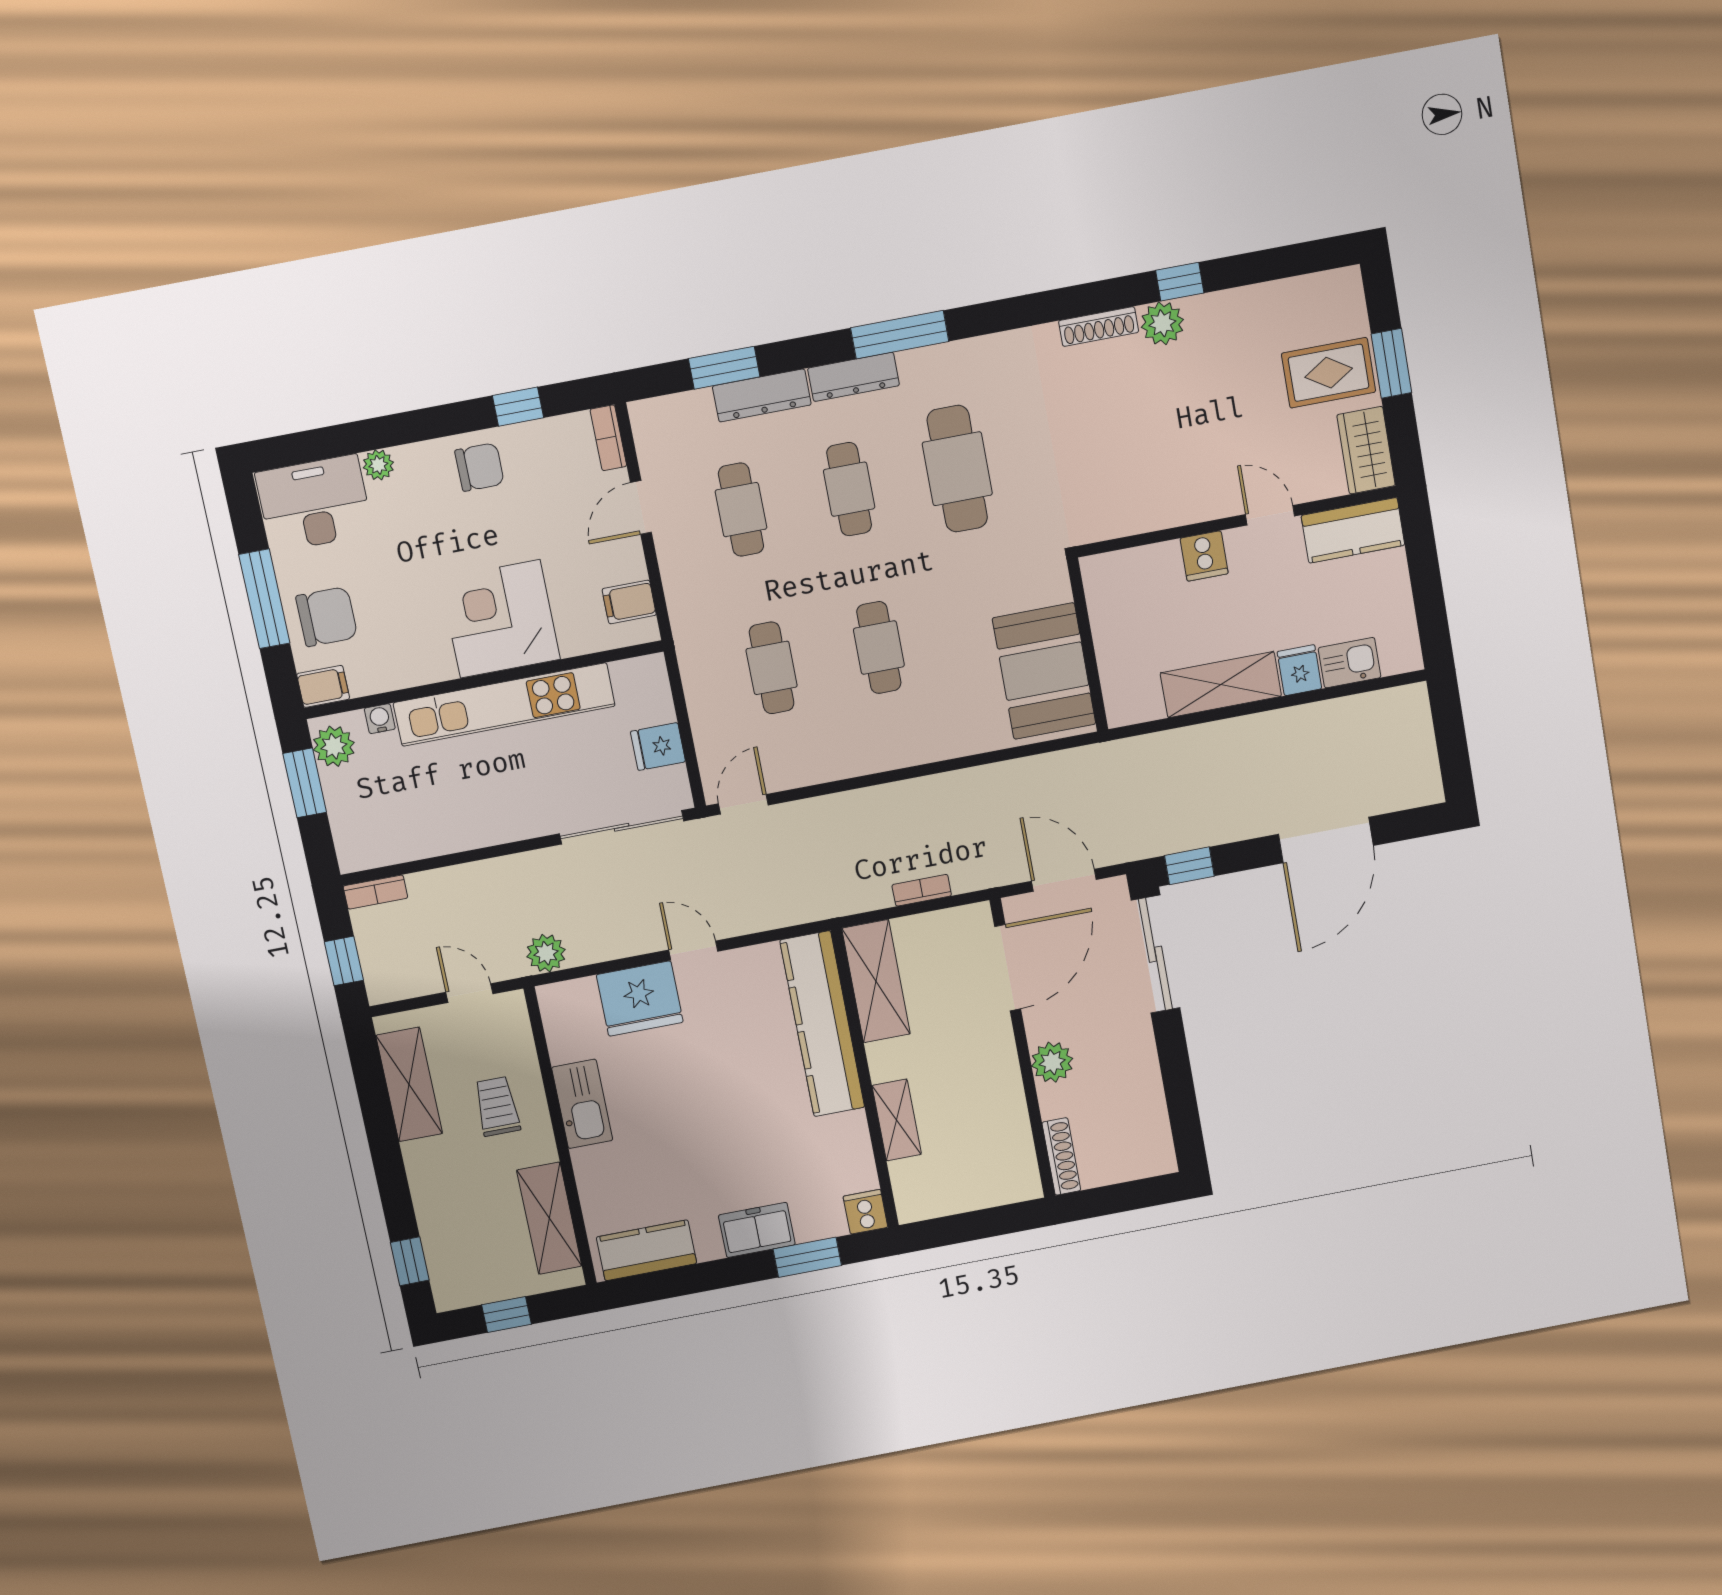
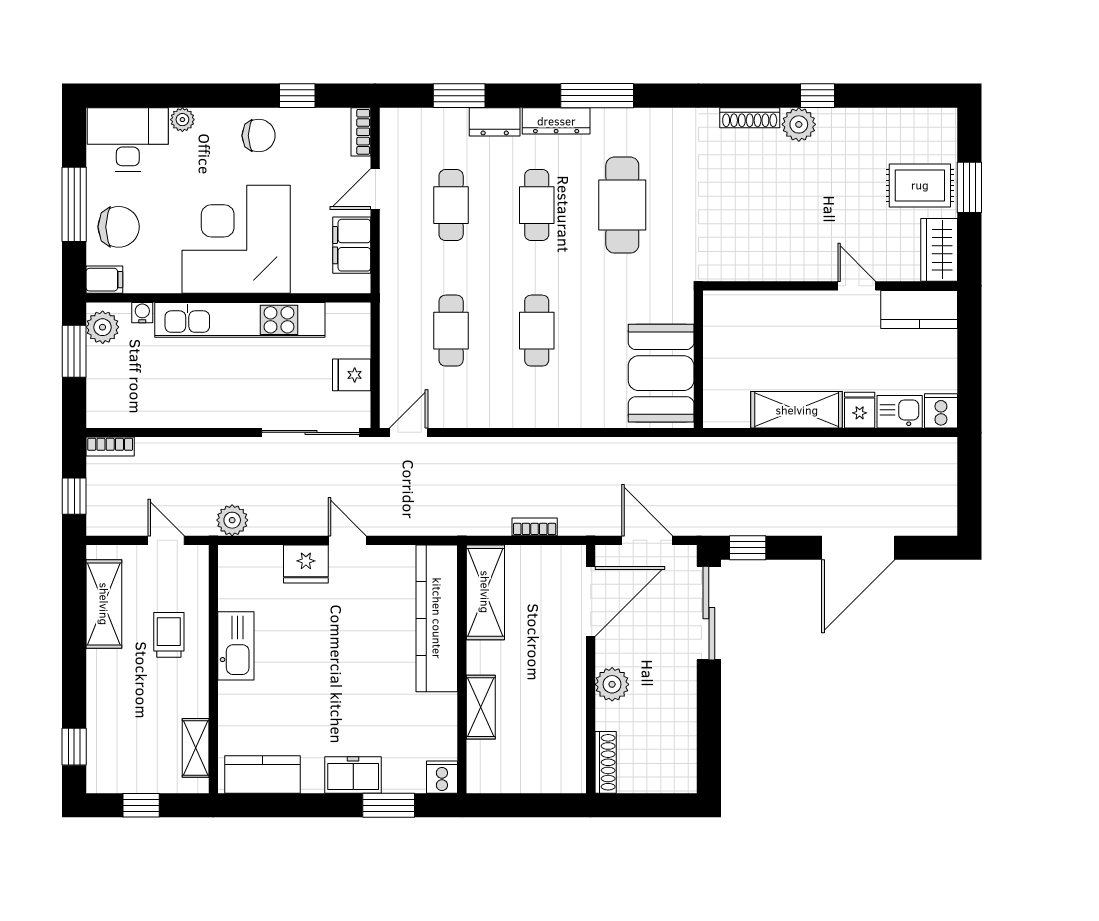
dresser: (762, 395) -> (495, 122), width x0.70
cooker: (1204, 556) -> (941, 411), moved, turned 180
filing cabinet: (629, 602) -> (352, 245), width x2.00
corner desk: (500, 619) -> (236, 239), width x1.36, depth x1.36
fridge: (640, 999) -> (306, 564), width x0.73, depth x0.75
shelving: (549, 1218) -> (196, 748), width x0.67, depth x0.75

